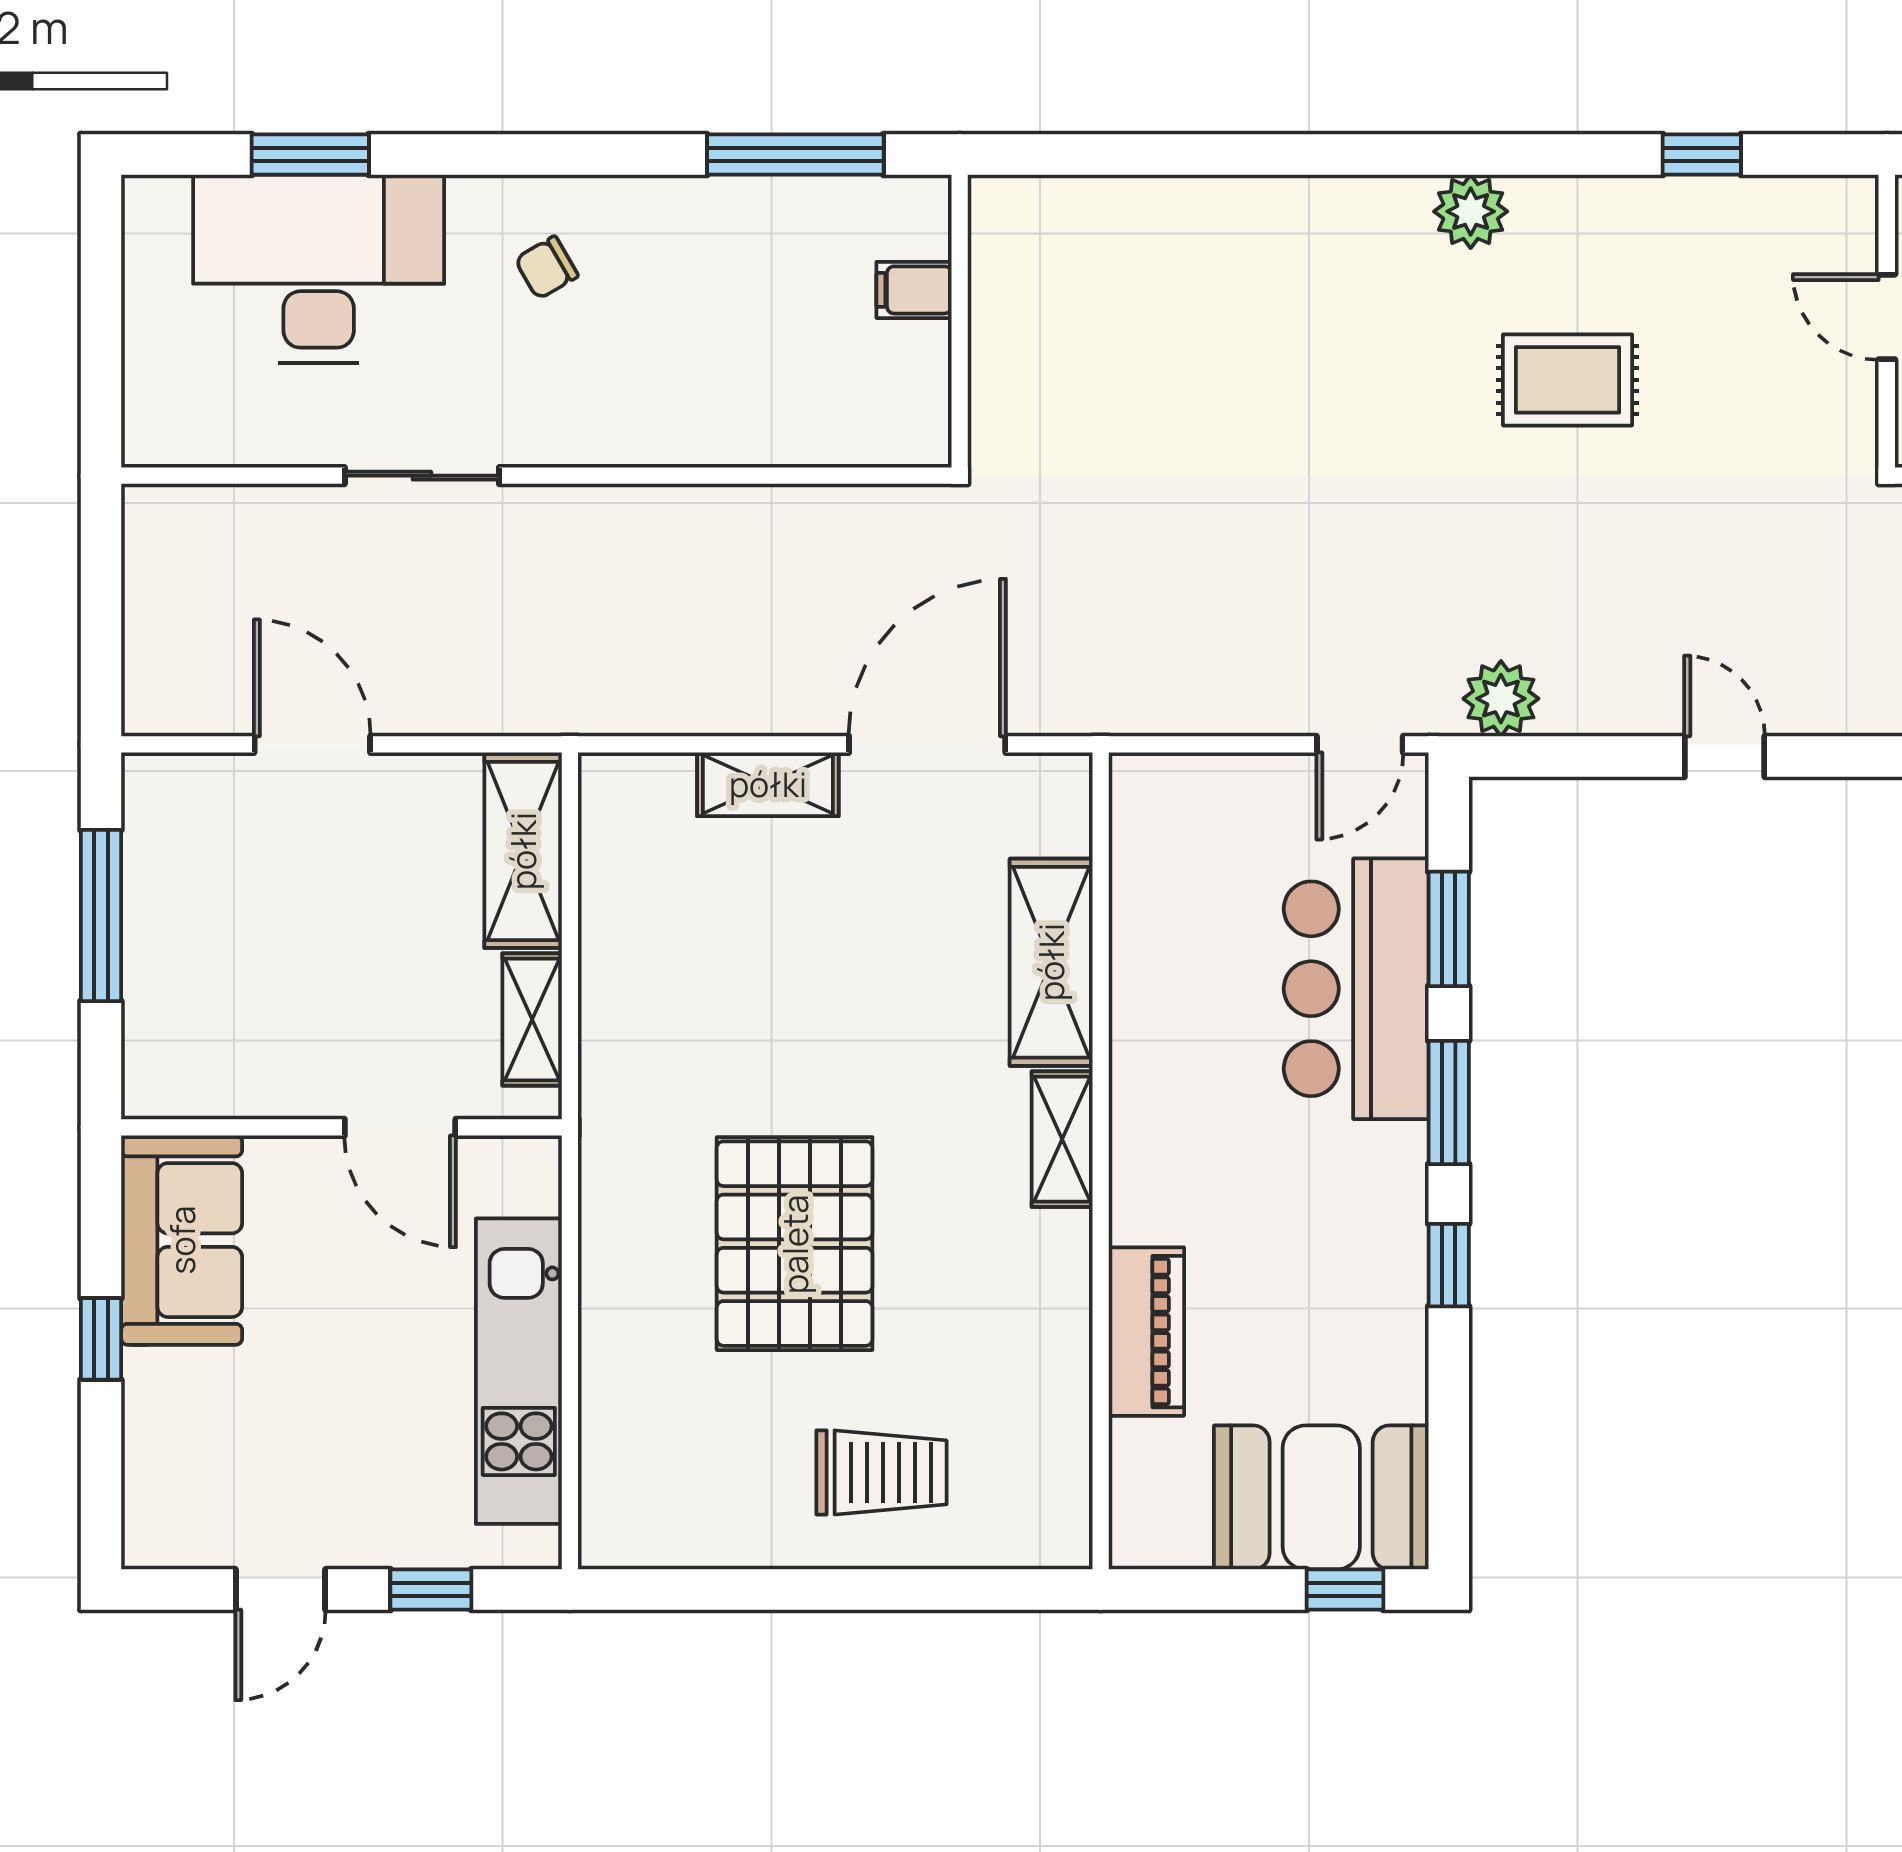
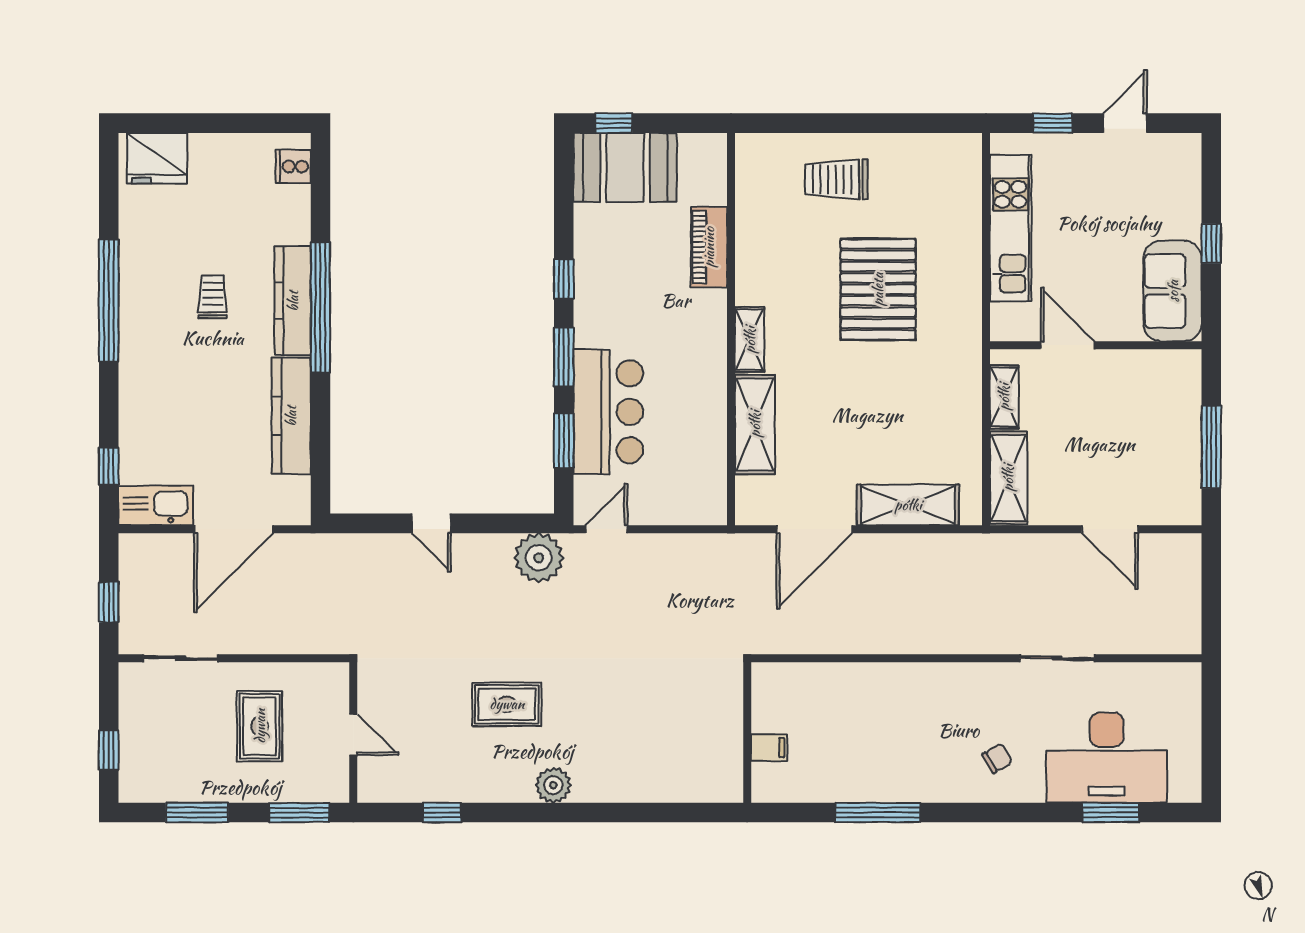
filing cabinet: (914, 290) -> (769, 747), moved
wall: (960, 321) -> (747, 732), moved
plant: (1501, 699) -> (539, 558), width x1.36, depth x1.36
shelving: (768, 784) -> (908, 505), width x1.50, depth x1.33

